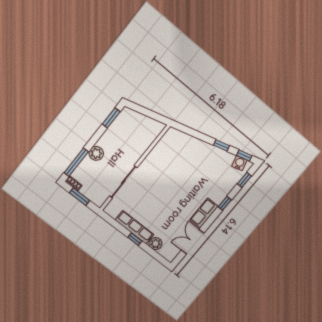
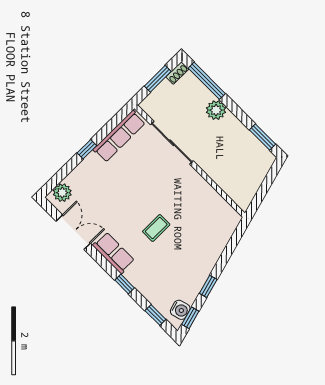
coffee table: (184, 186) -> (156, 228), added
row of seats: (134, 227) -> (119, 136), moved
plant: (156, 244) -> (62, 193), moved

